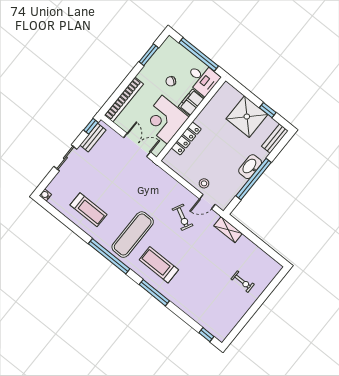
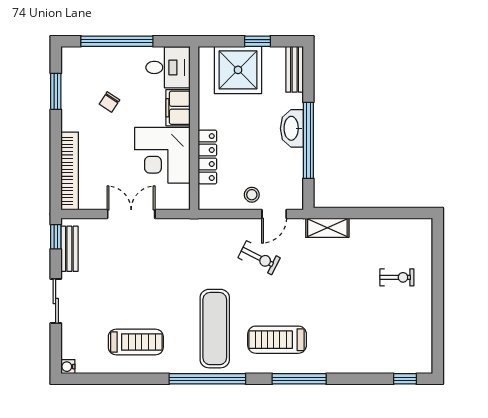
desk: (202, 79) -> (168, 67), moved
filing cabinet: (191, 103) -> (178, 108), moved
wall: (191, 119) -> (194, 128), moved
corner desk: (165, 120) -> (162, 155), moved
locker: (186, 138) -> (207, 157), moved

